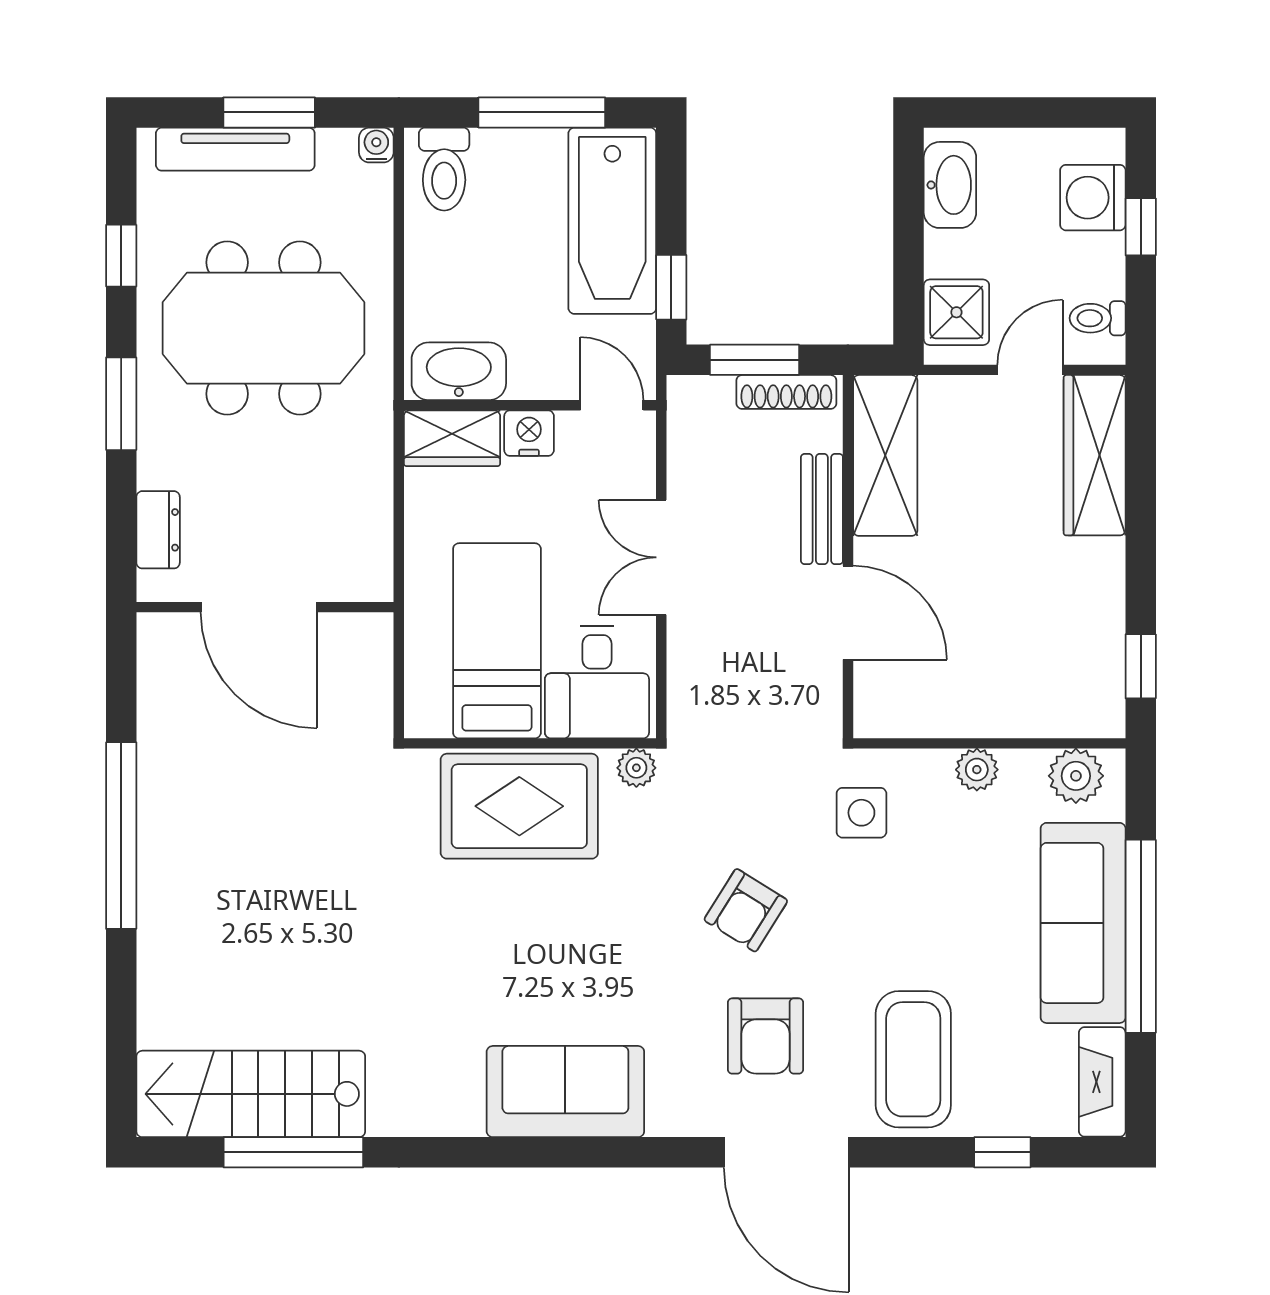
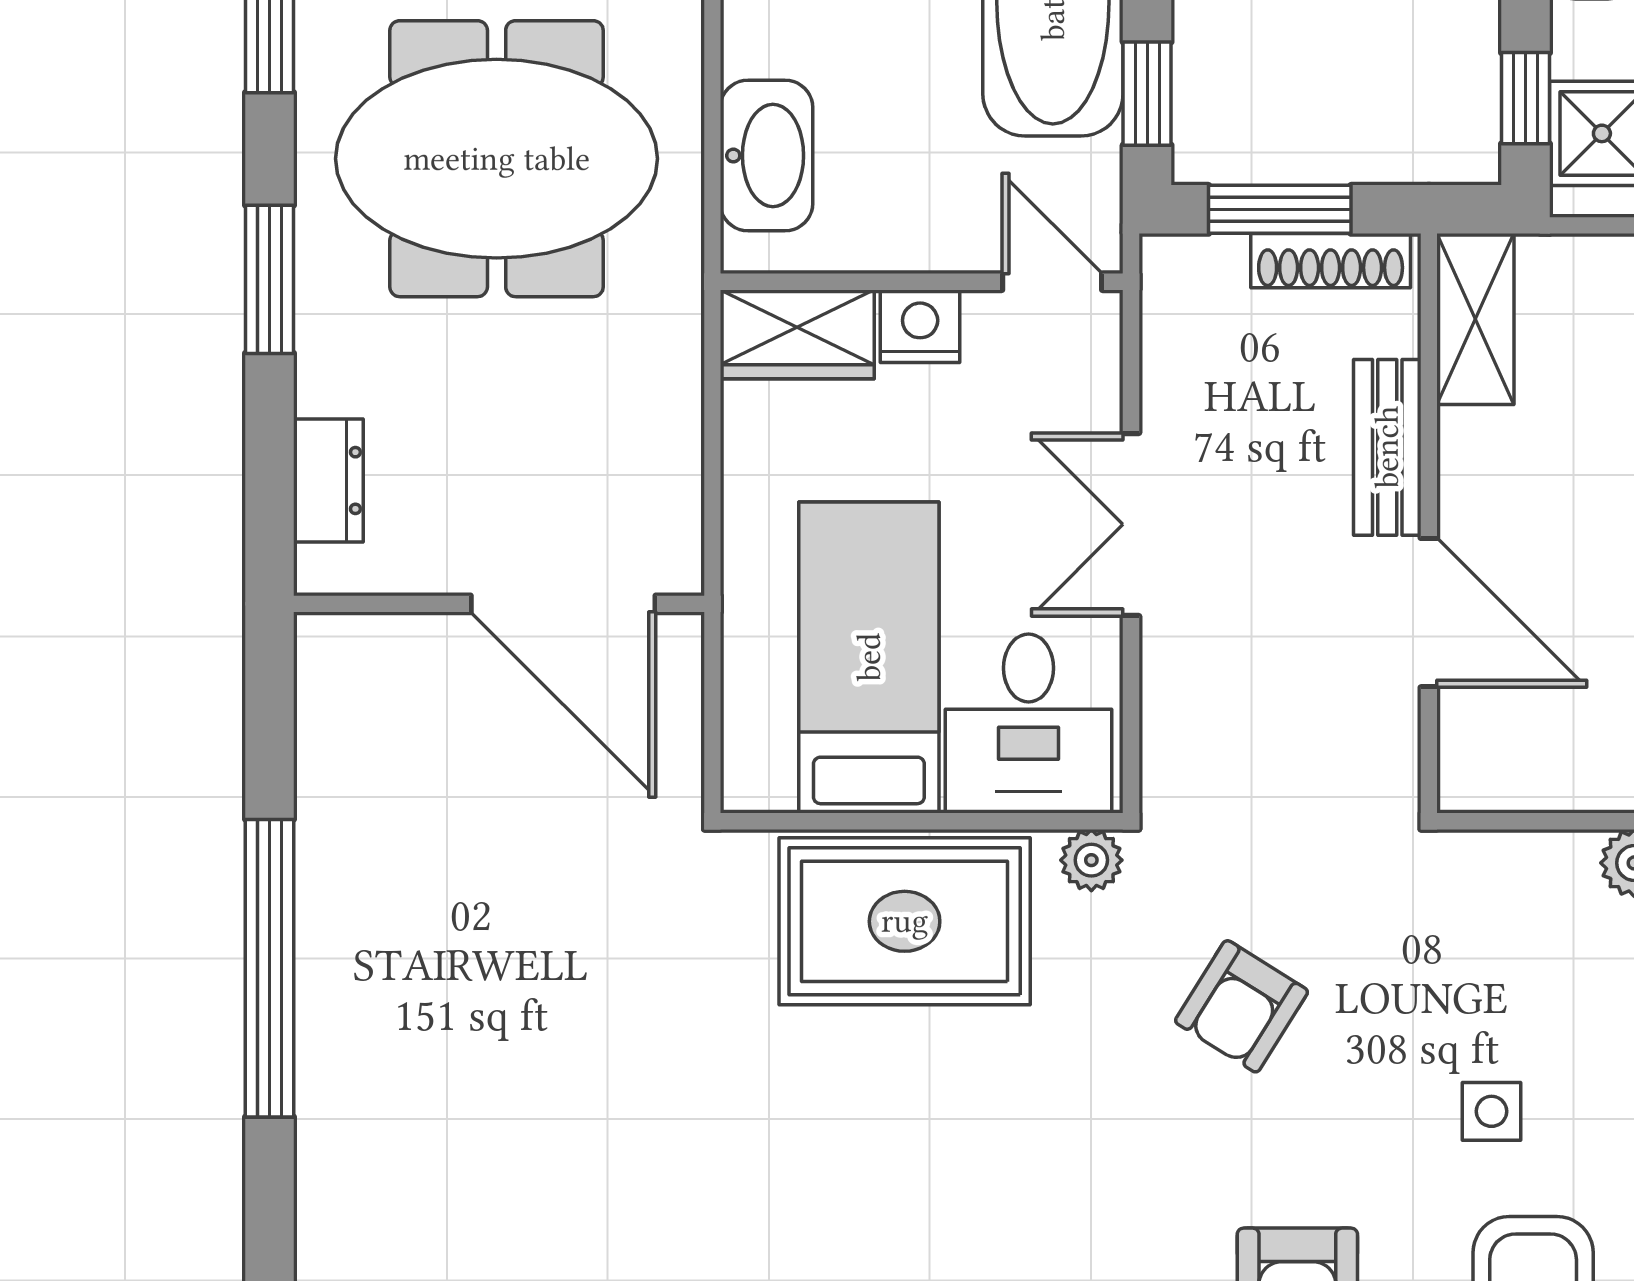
window: (909, 290) -> (1525, 98), added
washbasin: (459, 371) -> (766, 156), moved, turned 90
shelving: (885, 455) -> (1475, 319), width x0.67, depth x0.75
door: (259, 607) -> (563, 604), moved
side table: (861, 813) -> (1491, 1111), moved, width x0.73, depth x0.73
armchair: (746, 910) -> (1242, 1006), moved

